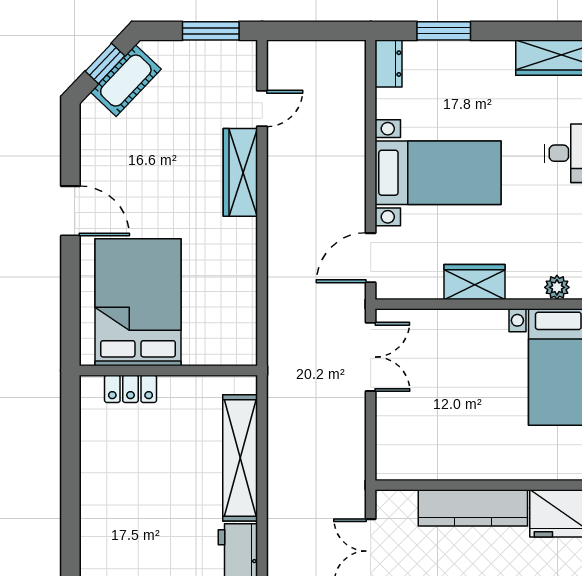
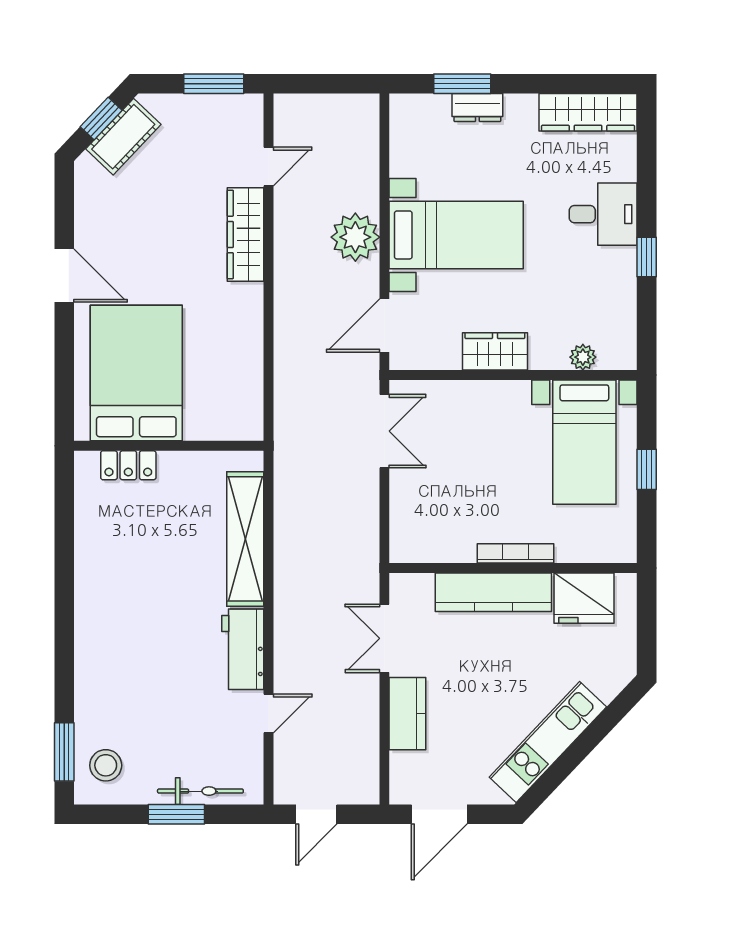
dresser: (389, 64) -> (477, 108), moved, turned 90
plant: (343, 175) -> (355, 237), added
bookcase: (494, 472) -> (515, 553), added

